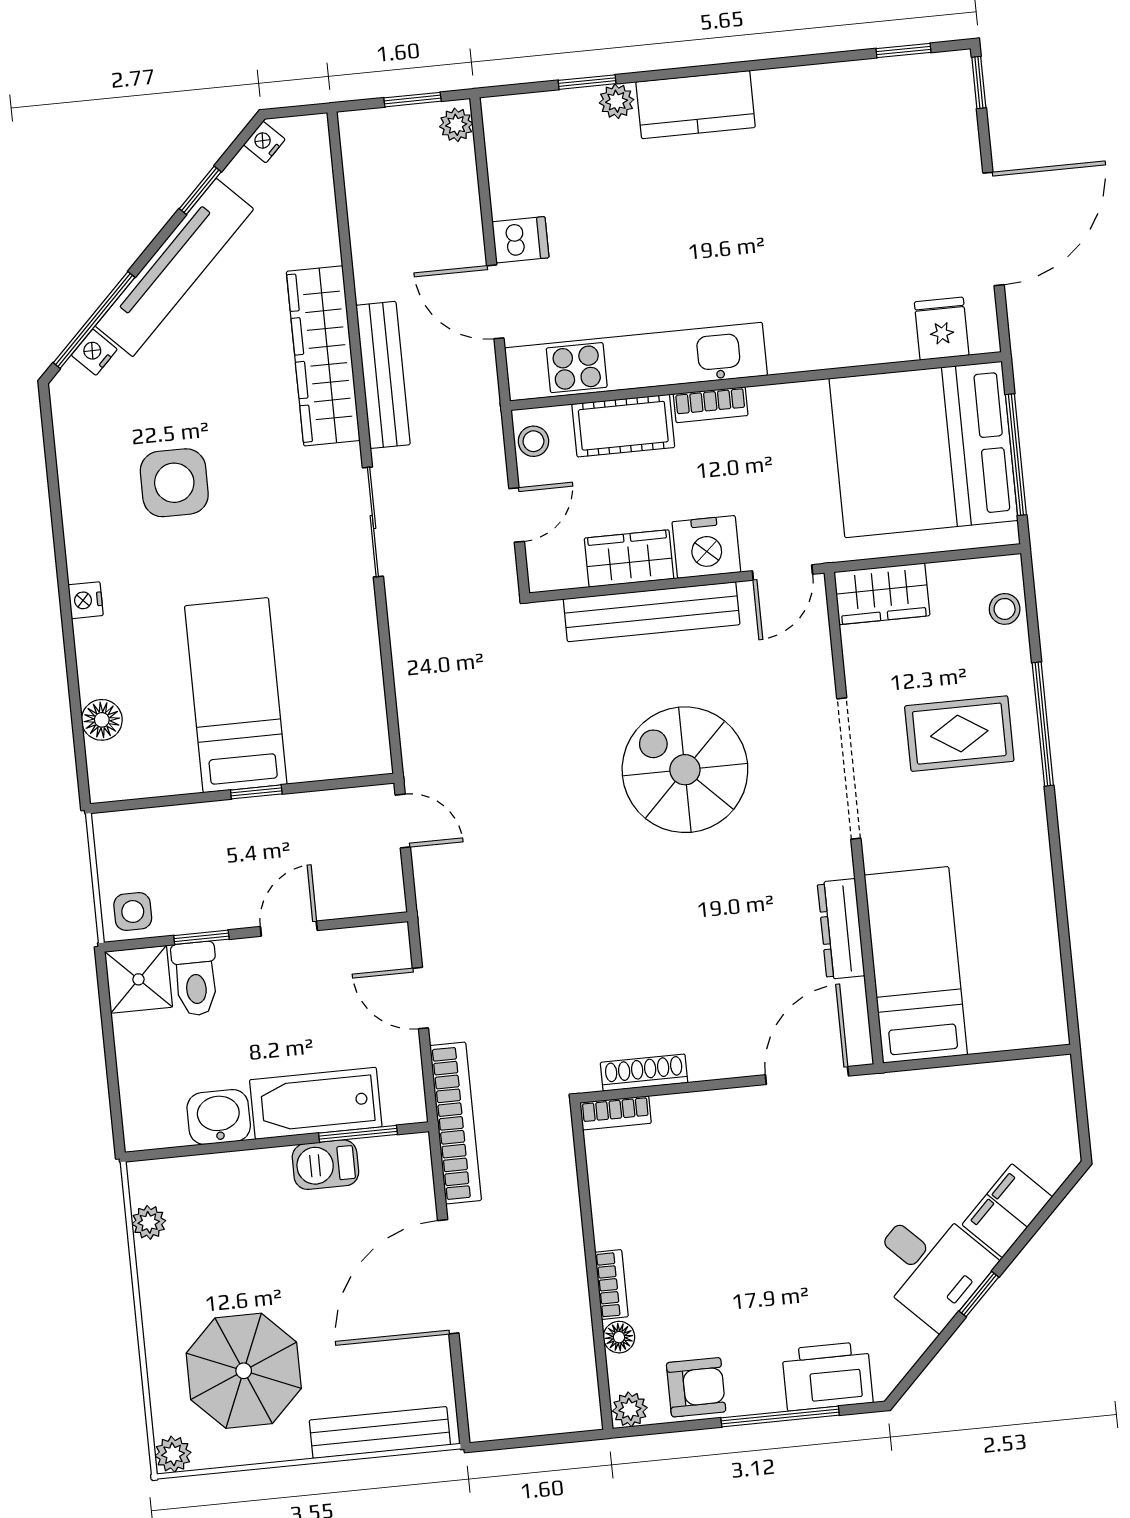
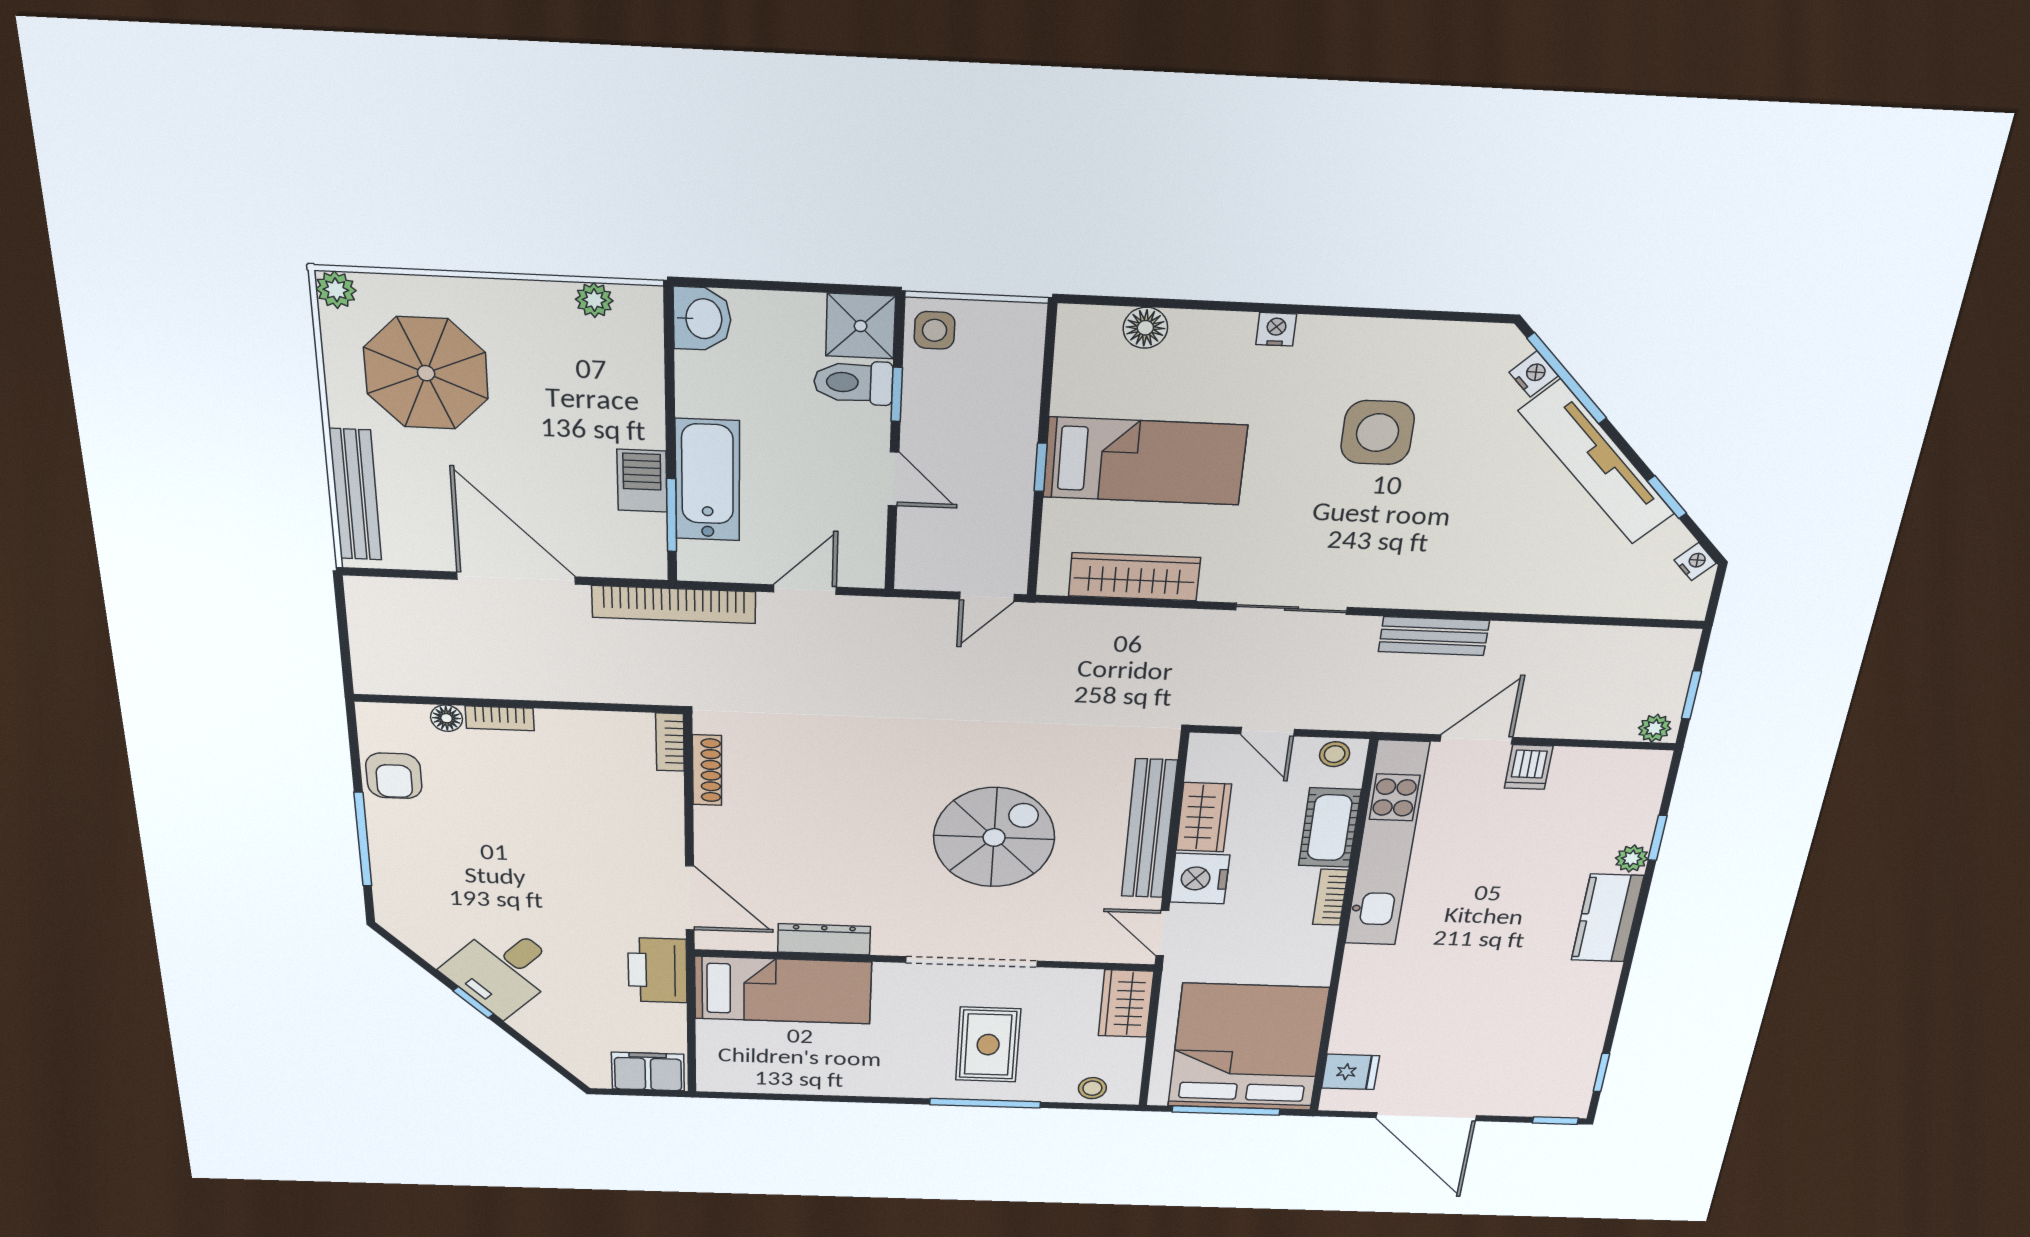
wardrobe: (323, 356) -> (1134, 577), moved, width x0.71, depth x0.85
bench: (383, 375) -> (1434, 636), width x0.73
washbasin: (219, 1117) -> (702, 319), moved
filing cabinet: (1007, 1211) -> (648, 1072), moved, turned -45
printer: (827, 1376) -> (657, 970), moved, turned 180
plant: (630, 1409) -> (373, 719), removed

